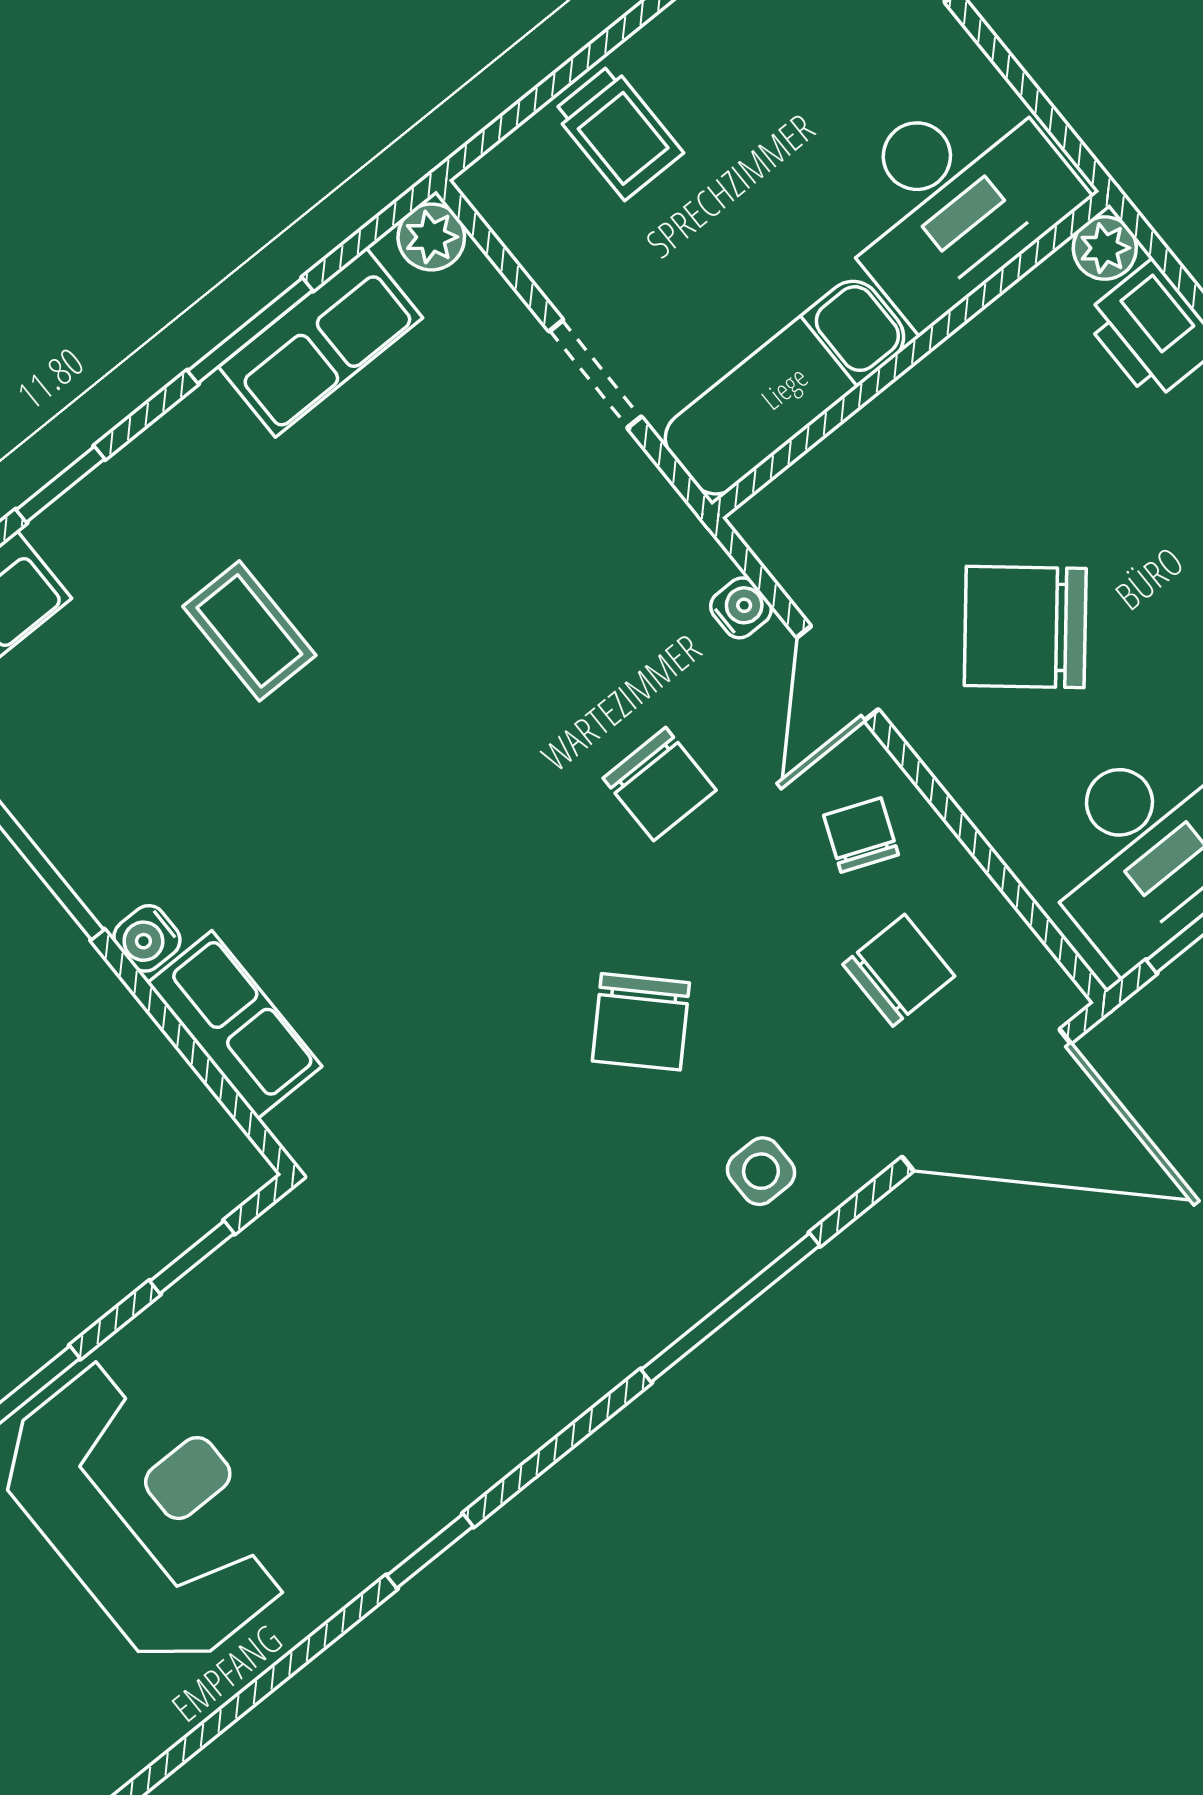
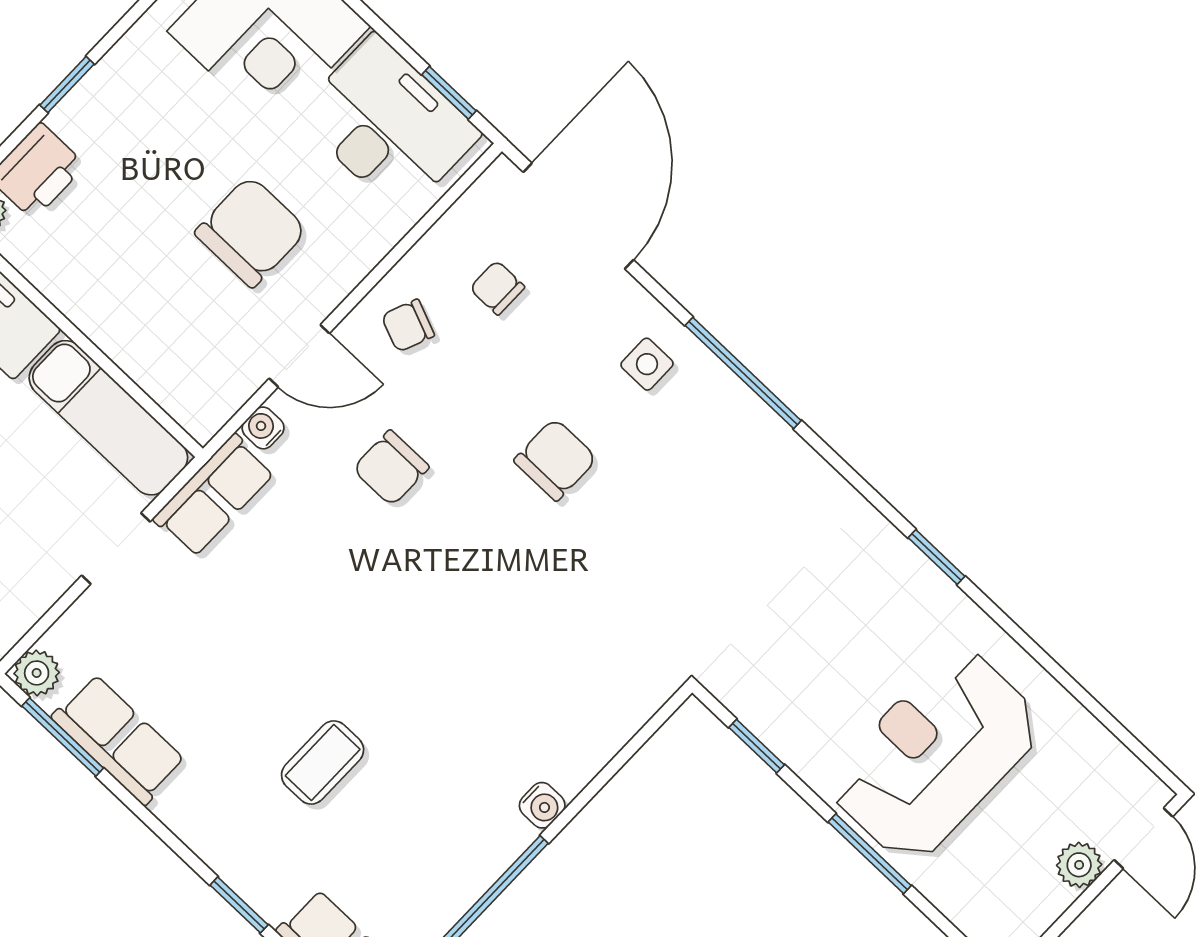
window: (250, 331) -> (63, 737), moved
chair: (1025, 627) -> (251, 232), turned -130
chair: (660, 784) -> (391, 468), turned 180
chair: (899, 970) -> (497, 288), width x0.73, depth x0.73
chair: (641, 1022) -> (555, 460), turned -45
row of seats: (234, 1025) -> (214, 495), moved, turned 180

